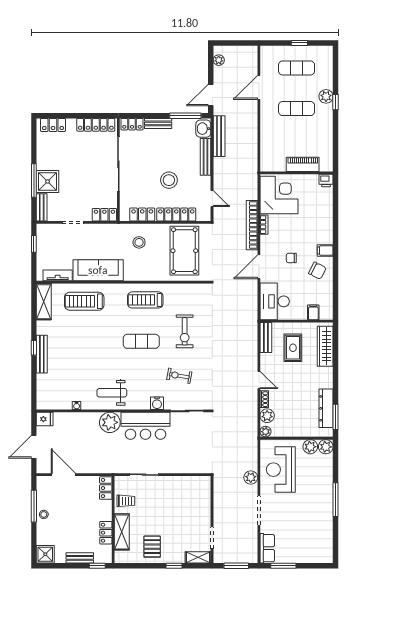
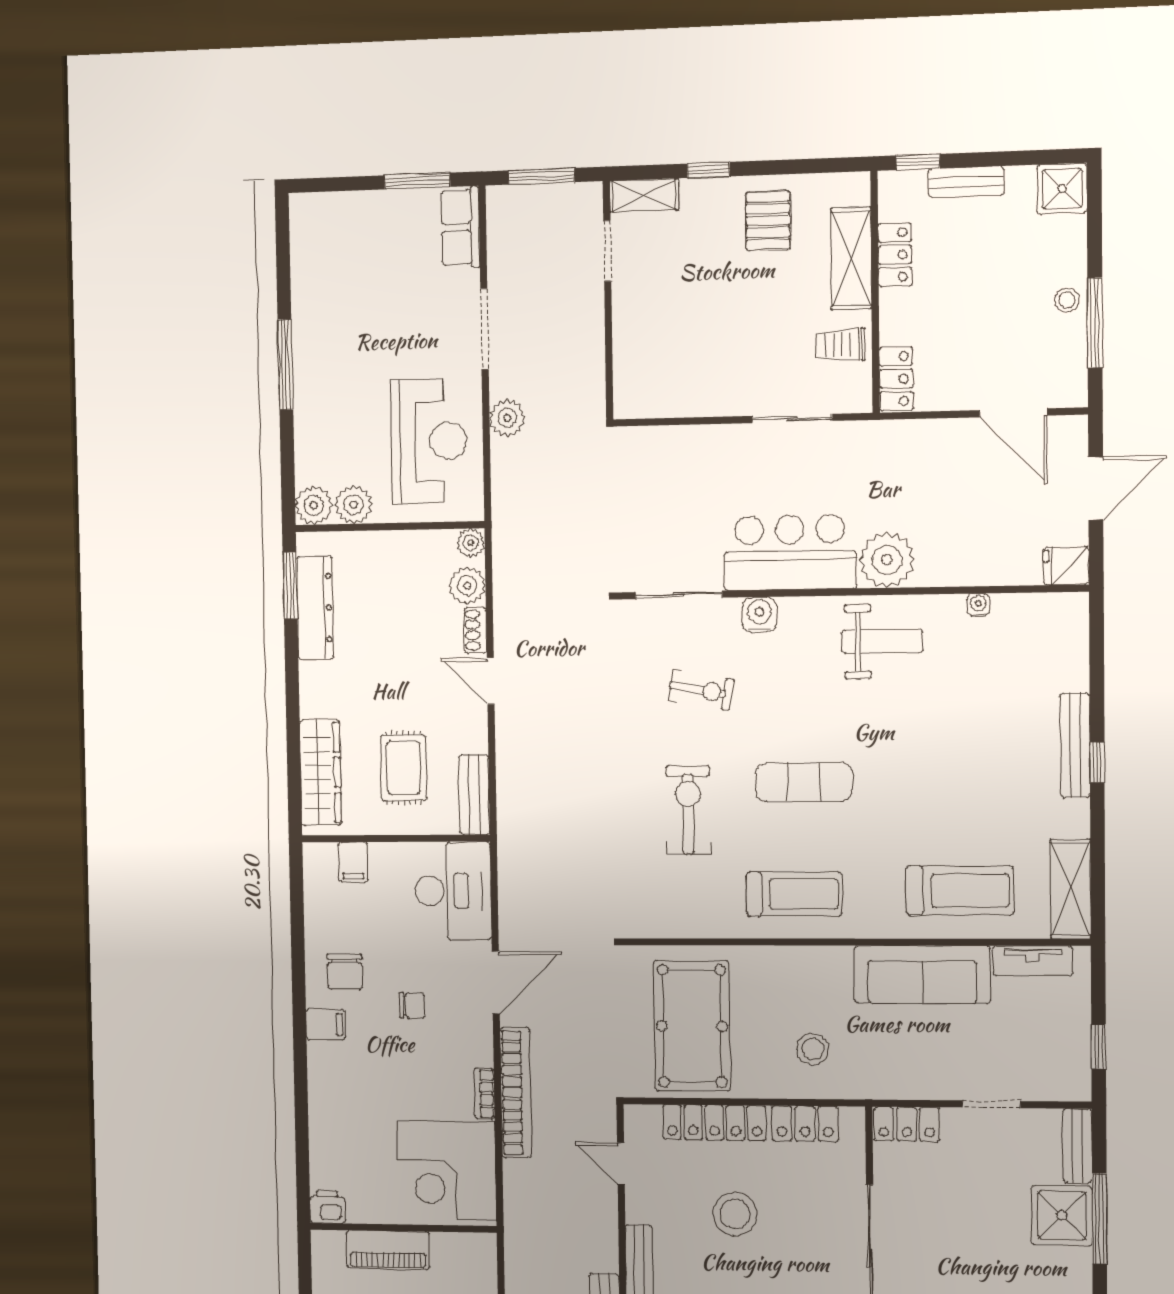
chair: (317, 271) -> (345, 972), turned -117

